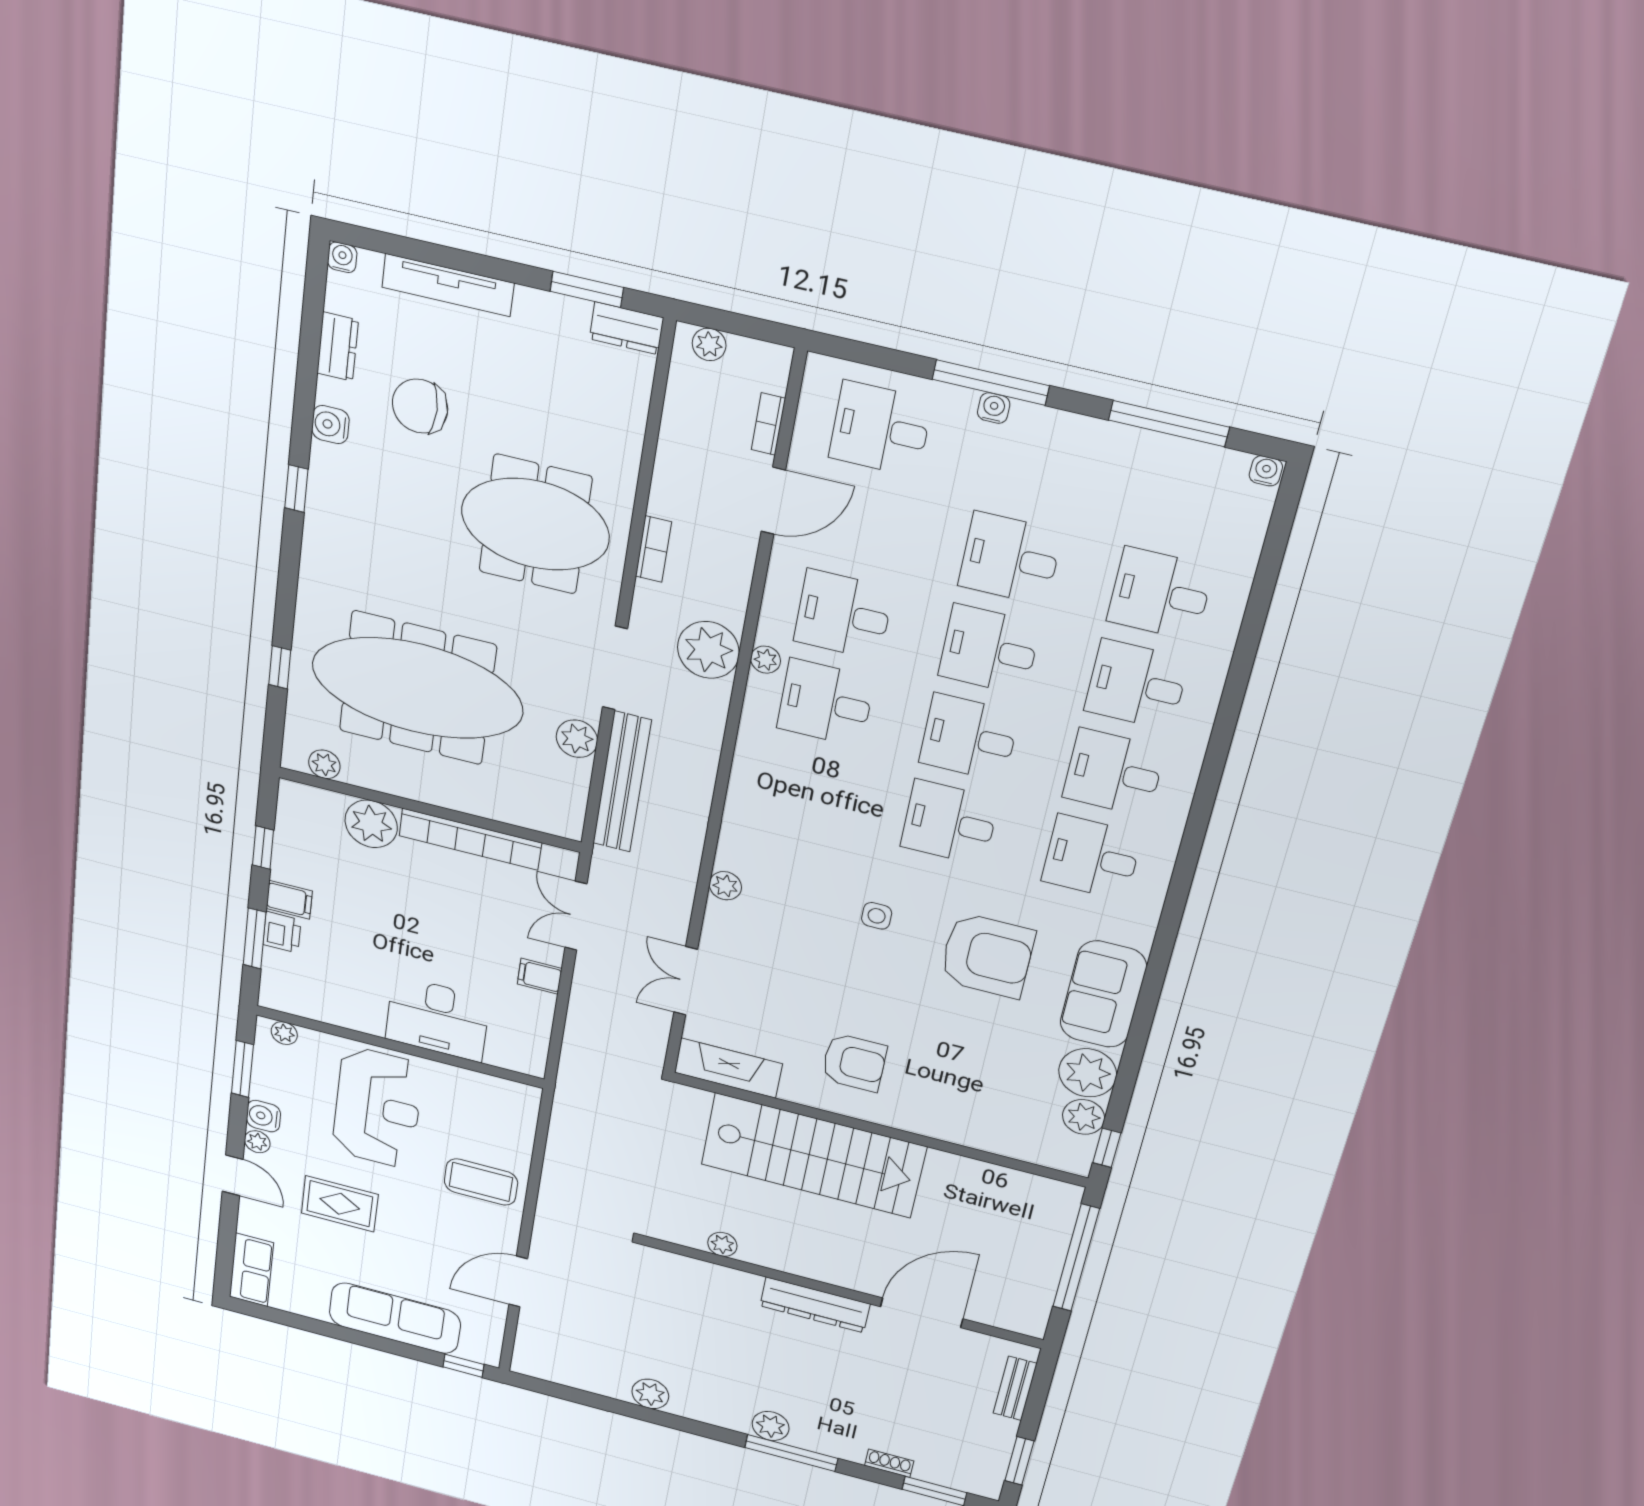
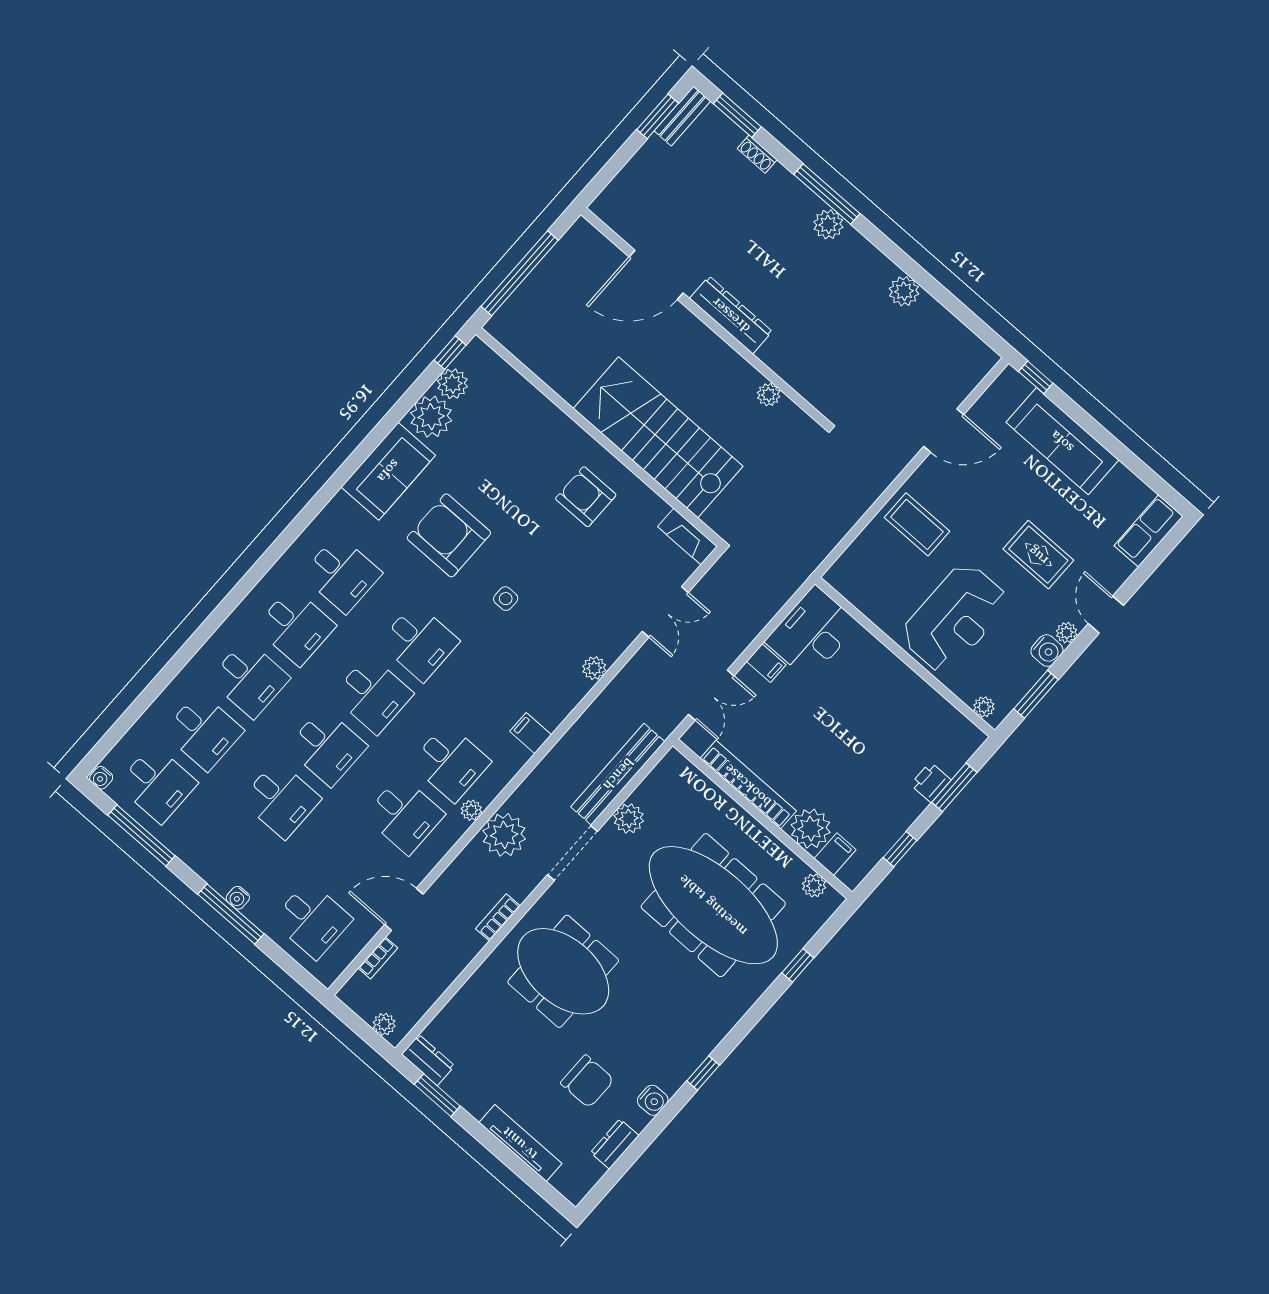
water cooler: (342, 257) -> (575, 1194), removed
desk: (1185, 500) -> (157, 784), added
filing cabinet: (752, 781) -> (531, 733), added
filing cabinet: (289, 900) -> (835, 854), moved, turned 90
desk: (437, 1019) -> (812, 633), moved, turned -90
fireplace: (728, 1068) -> (687, 537), width x0.73, depth x0.76
reception desk: (377, 1108) -> (955, 618), turned 180
bench: (1015, 1388) -> (682, 116), moved

